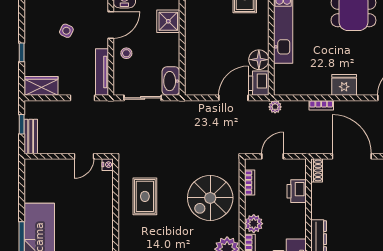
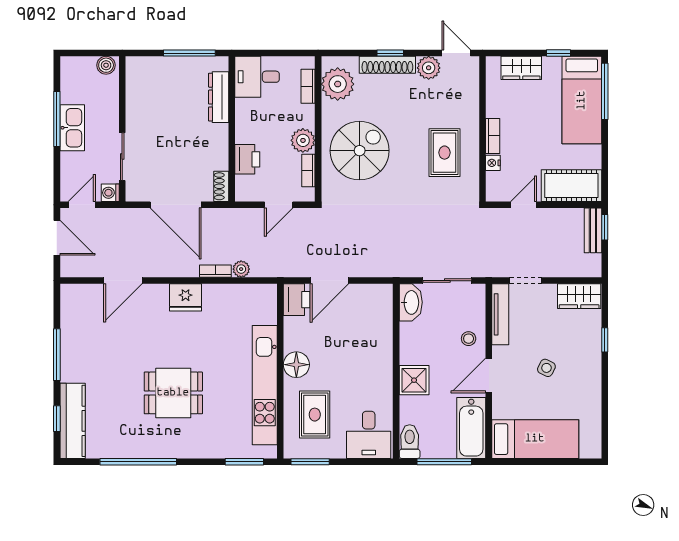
floor lamp: (259, 60) -> (296, 365), moved
plant: (275, 107) -> (241, 269), moved
window: (22, 124) -> (605, 227), moved
nightstand: (108, 165) -> (493, 163), moved
cot: (47, 171) -> (571, 186), added
bookcase: (108, 209) -> (493, 136), added
plant: (254, 224) -> (303, 140), moved

